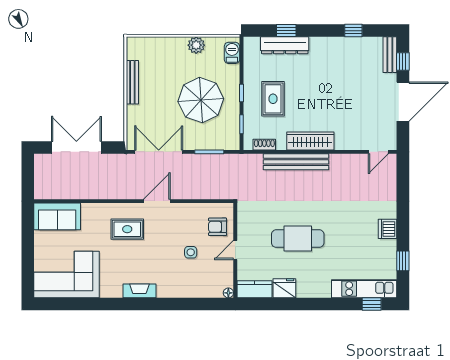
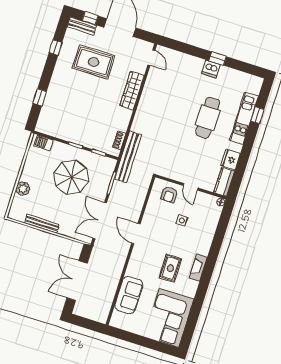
plant: (196, 45) -> (23, 189), moved
dresser: (285, 45) -> (50, 102), removed
rug: (273, 99) -> (94, 62), moved, width x1.36, depth x1.43
wardrobe: (310, 141) -> (132, 91), moved
bench: (296, 162) -> (128, 157), moved
sofa: (57, 216) -> (129, 295), moved
rug: (127, 229) -> (170, 268), moved
cafe table: (298, 239) -> (208, 118), moved
window: (403, 261) -> (218, 59), moved
kitchen unit: (364, 289) -> (244, 118), moved
window: (372, 304) -> (257, 115), moved

